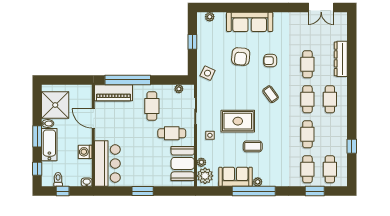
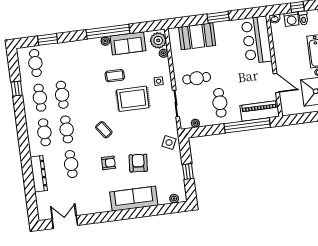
washing machine: (85, 152) -> (291, 19), moved, turned 90
booth: (183, 163) -> (197, 36), moved, turned 90
cafe table: (307, 169) -> (40, 98), moved

